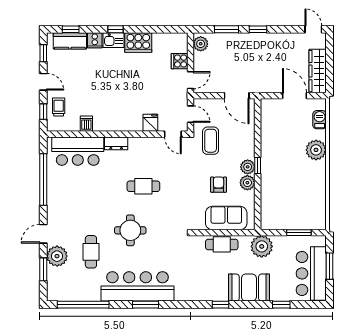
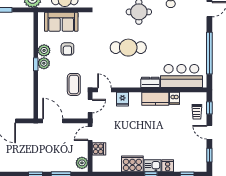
kitchen counter: (70, 41) -> (155, 99), moved, turned 180
door: (190, 114) -> (90, 106), swing flipped
cafe table: (143, 186) -> (128, 48), width x1.37, depth x1.35

